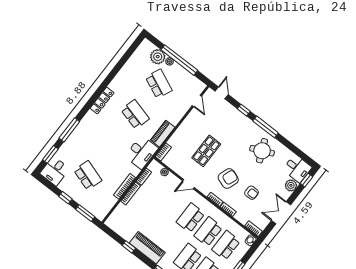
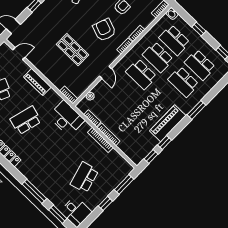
piano: (163, 134) -> (37, 82), moved
school desk: (88, 175) -> (84, 177), turned -33
window: (114, 236) -> (151, 157), added

